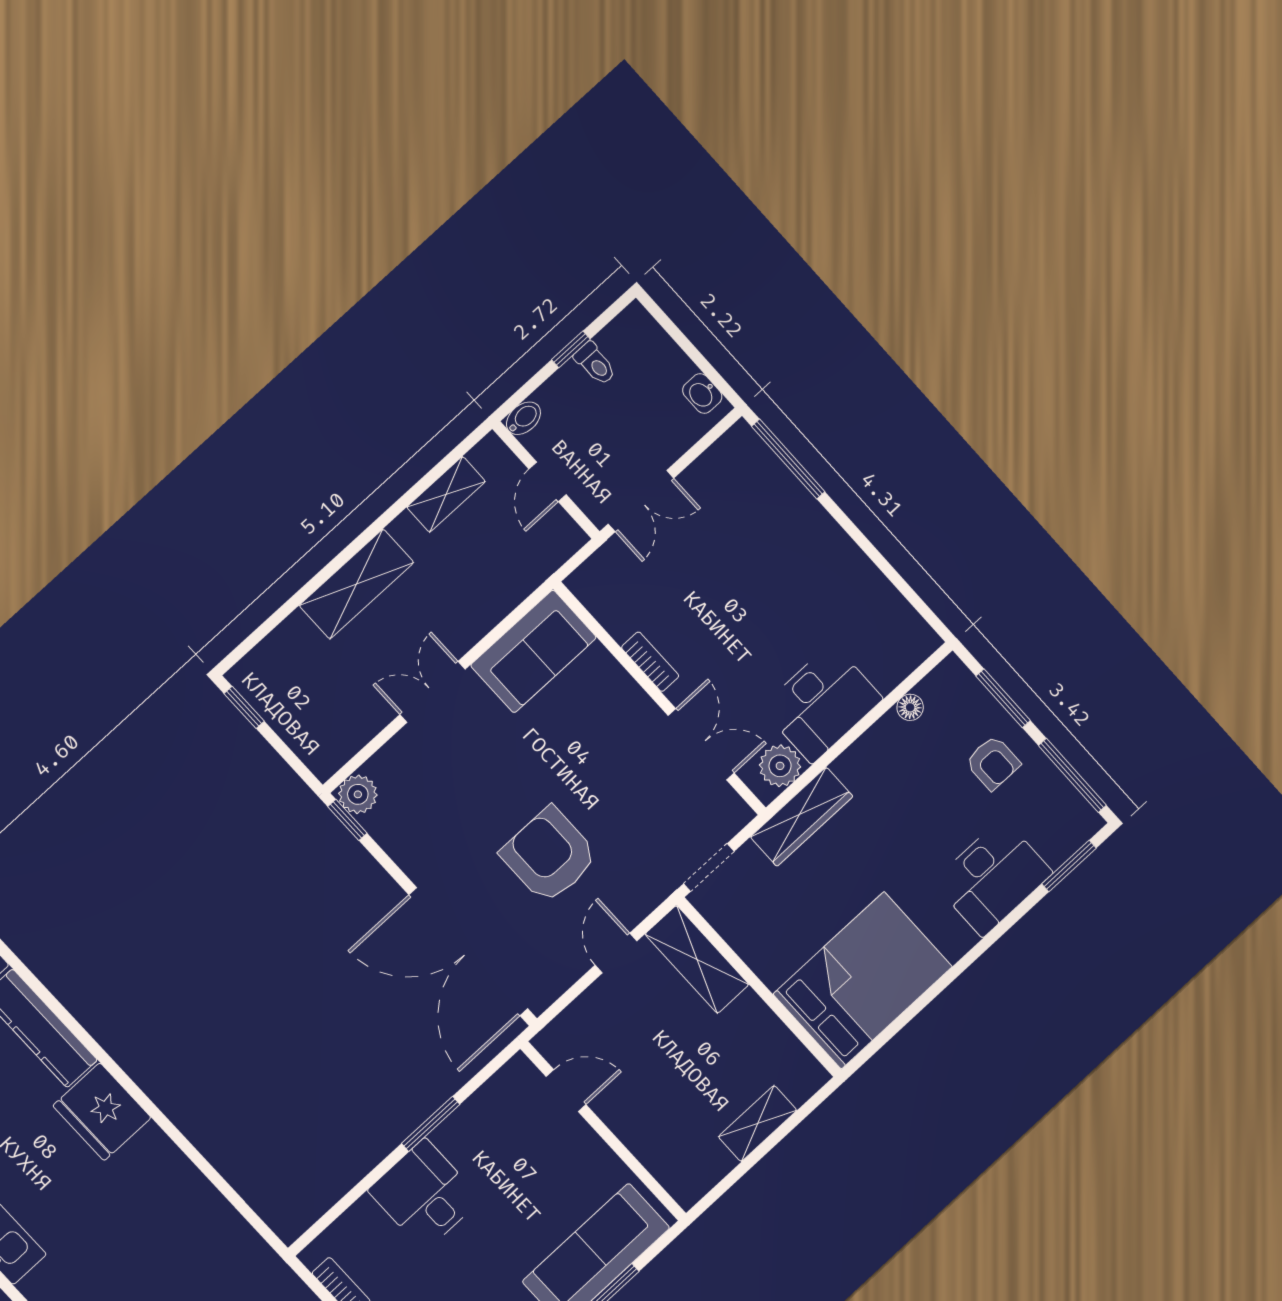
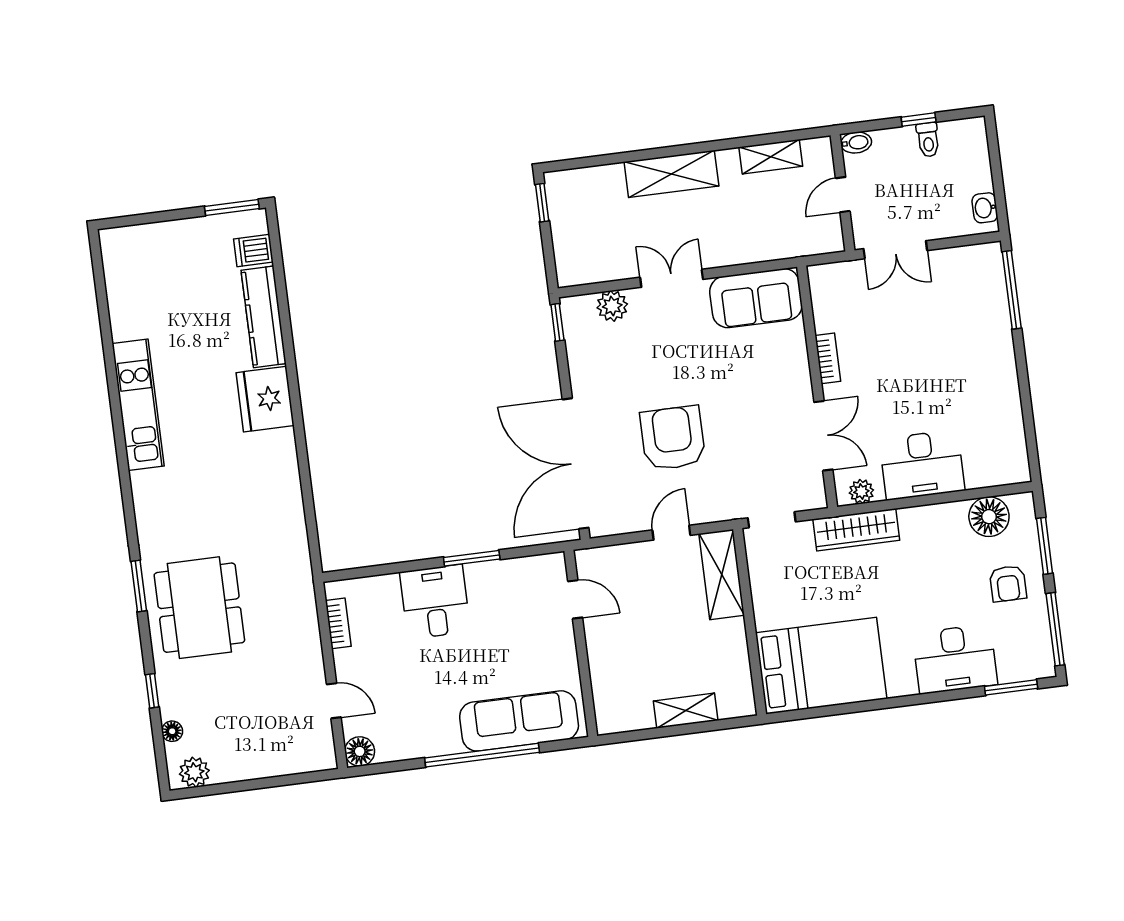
floor lamp: (910, 707) -> (989, 517), width x1.89, depth x1.89
plant: (780, 766) -> (861, 492), width x0.73, depth x0.73
plant: (358, 794) -> (612, 306), moved

